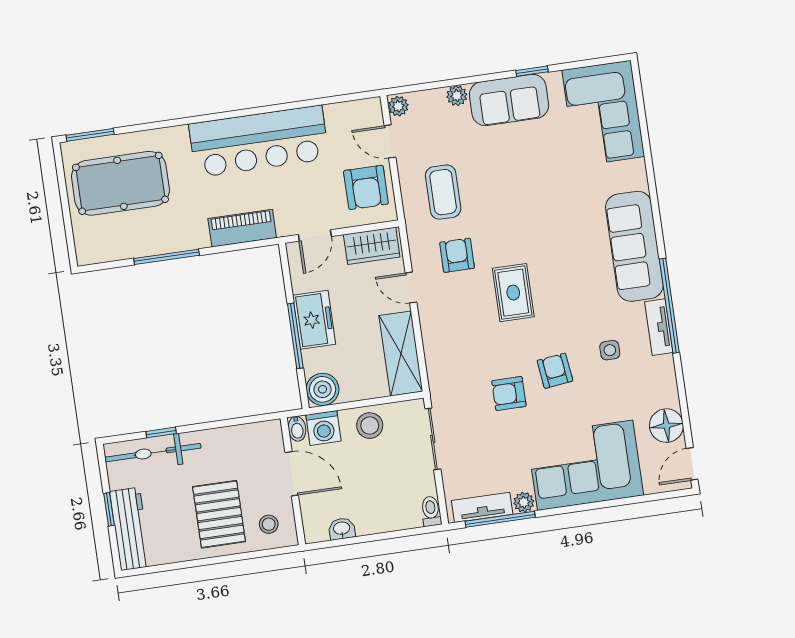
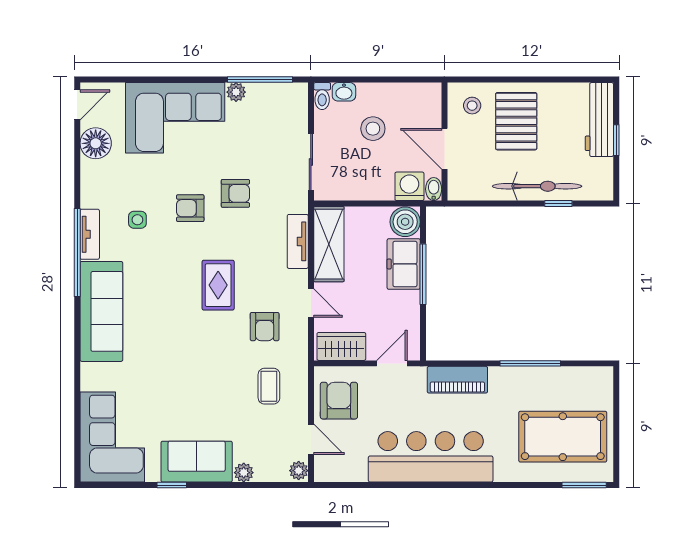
coffee table: (443, 192) -> (269, 386), width x0.73, depth x0.77
freezer: (314, 320) -> (404, 264), moved
armchair: (555, 371) -> (190, 208), turned 97
stool: (370, 426) -> (373, 129), moved
bicycle: (153, 453) -> (537, 186), moved
tv unit: (482, 507) -> (298, 241), moved, turned 90
washbasin: (342, 529) -> (344, 92), moved

